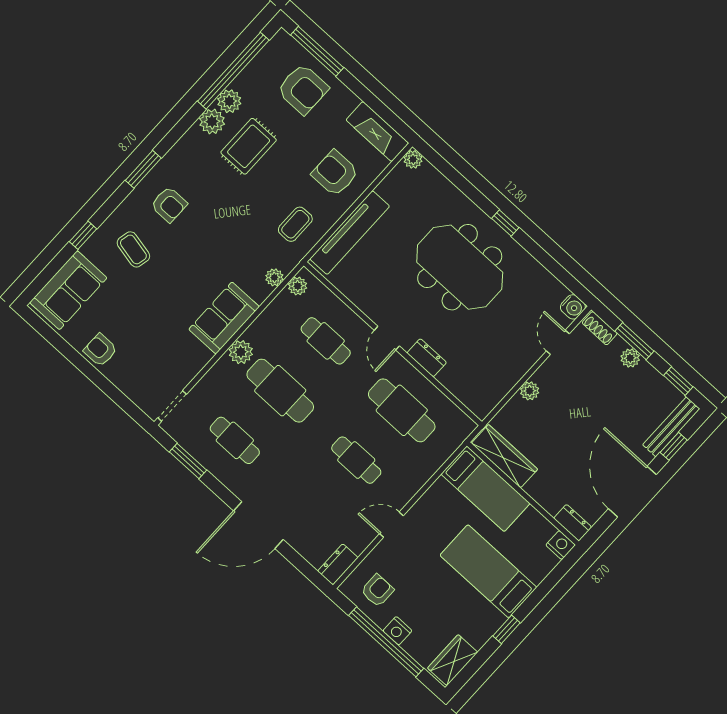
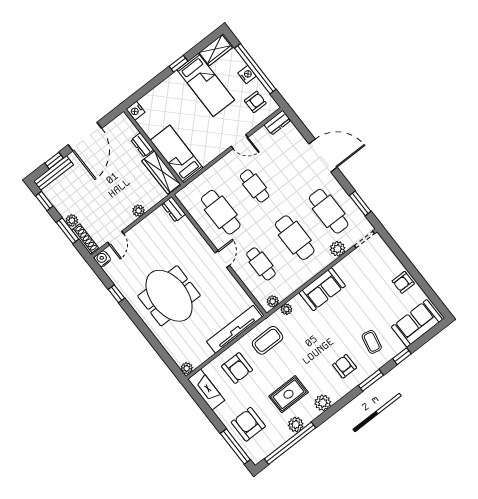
plant: (212, 121) -> (323, 403), moved
window: (143, 169) -> (371, 380), moved
window: (505, 223) -> (116, 294), moved
coffee table: (295, 224) -> (267, 340), width x1.36, depth x1.30
shoe rack: (600, 328) -> (85, 239), width x1.43
armchair: (100, 350) -> (403, 282), turned 90
plant: (241, 352) -> (338, 249), moved
dresser: (427, 358) -> (174, 209), moved
cafe table: (235, 440) -> (329, 211), width x1.37, depth x1.35
dresser: (573, 523) -> (142, 145), moved
bed: (488, 571) -> (206, 85), moved
armchair: (377, 591) -> (255, 102), turned 180

